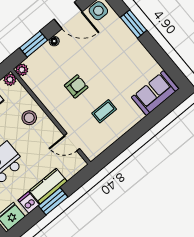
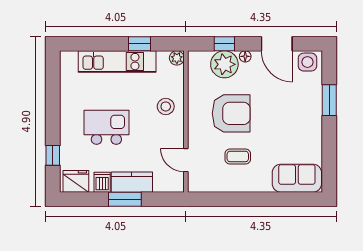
window: (34, 44) -> (224, 44), width x0.67
plant: (22, 70) -> (224, 64), moved, width x1.88, depth x1.88
armchair: (76, 86) -> (231, 113), width x1.88, depth x1.88

